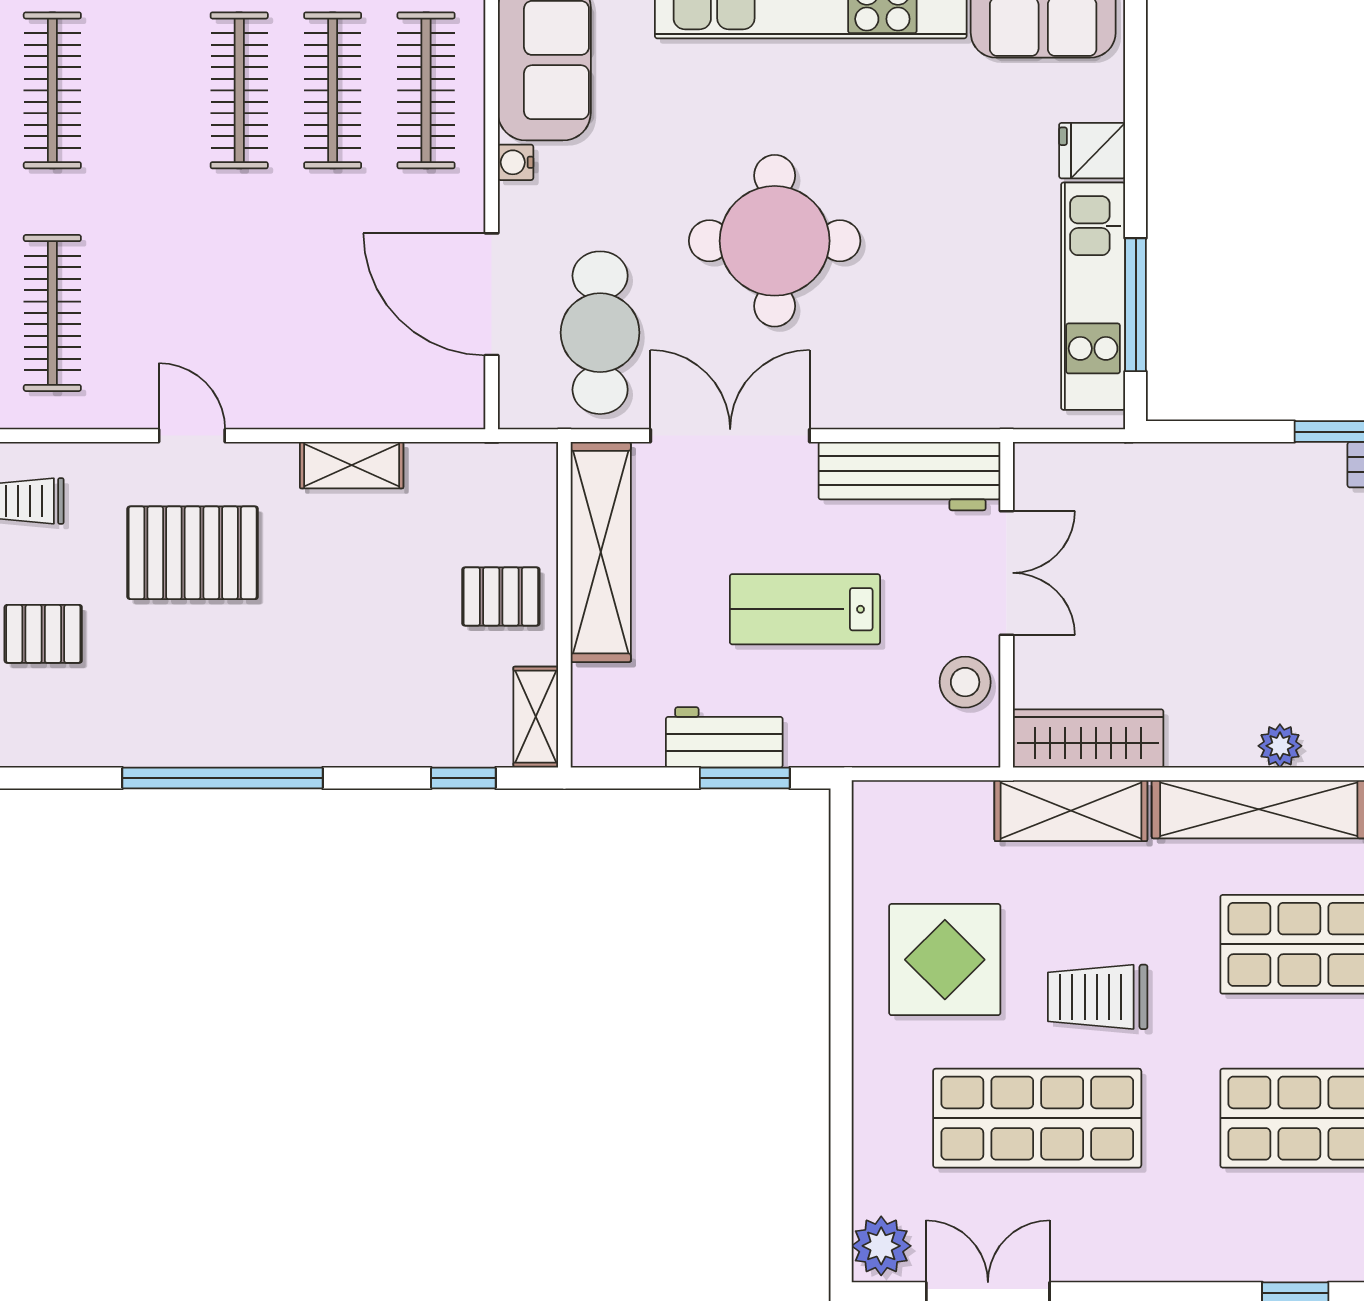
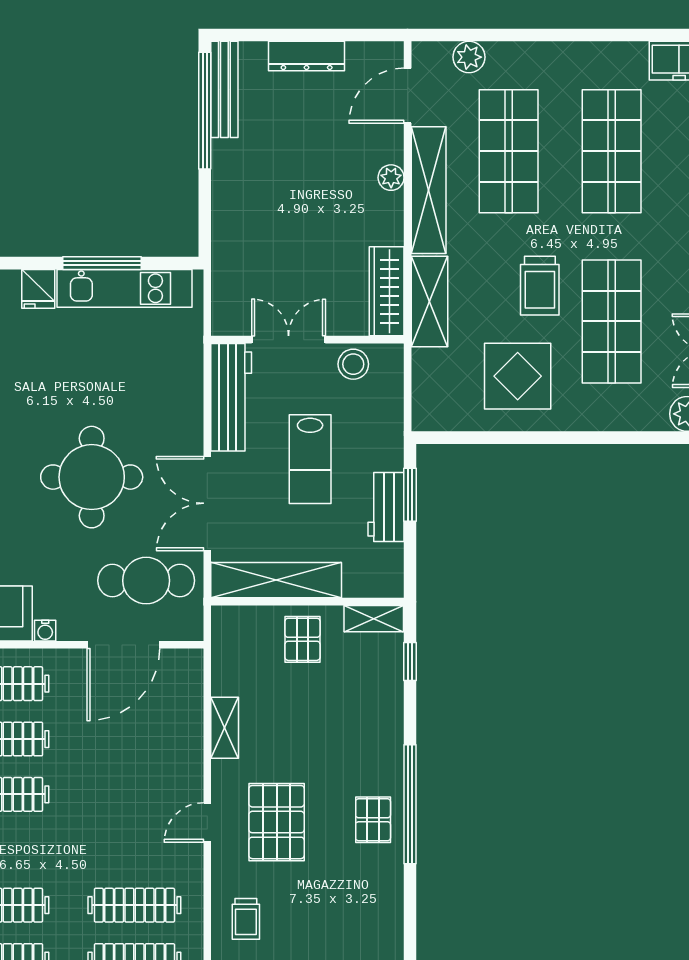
window: (1136, 305) -> (102, 263), moved
pallet: (43, 634) -> (373, 820), moved

